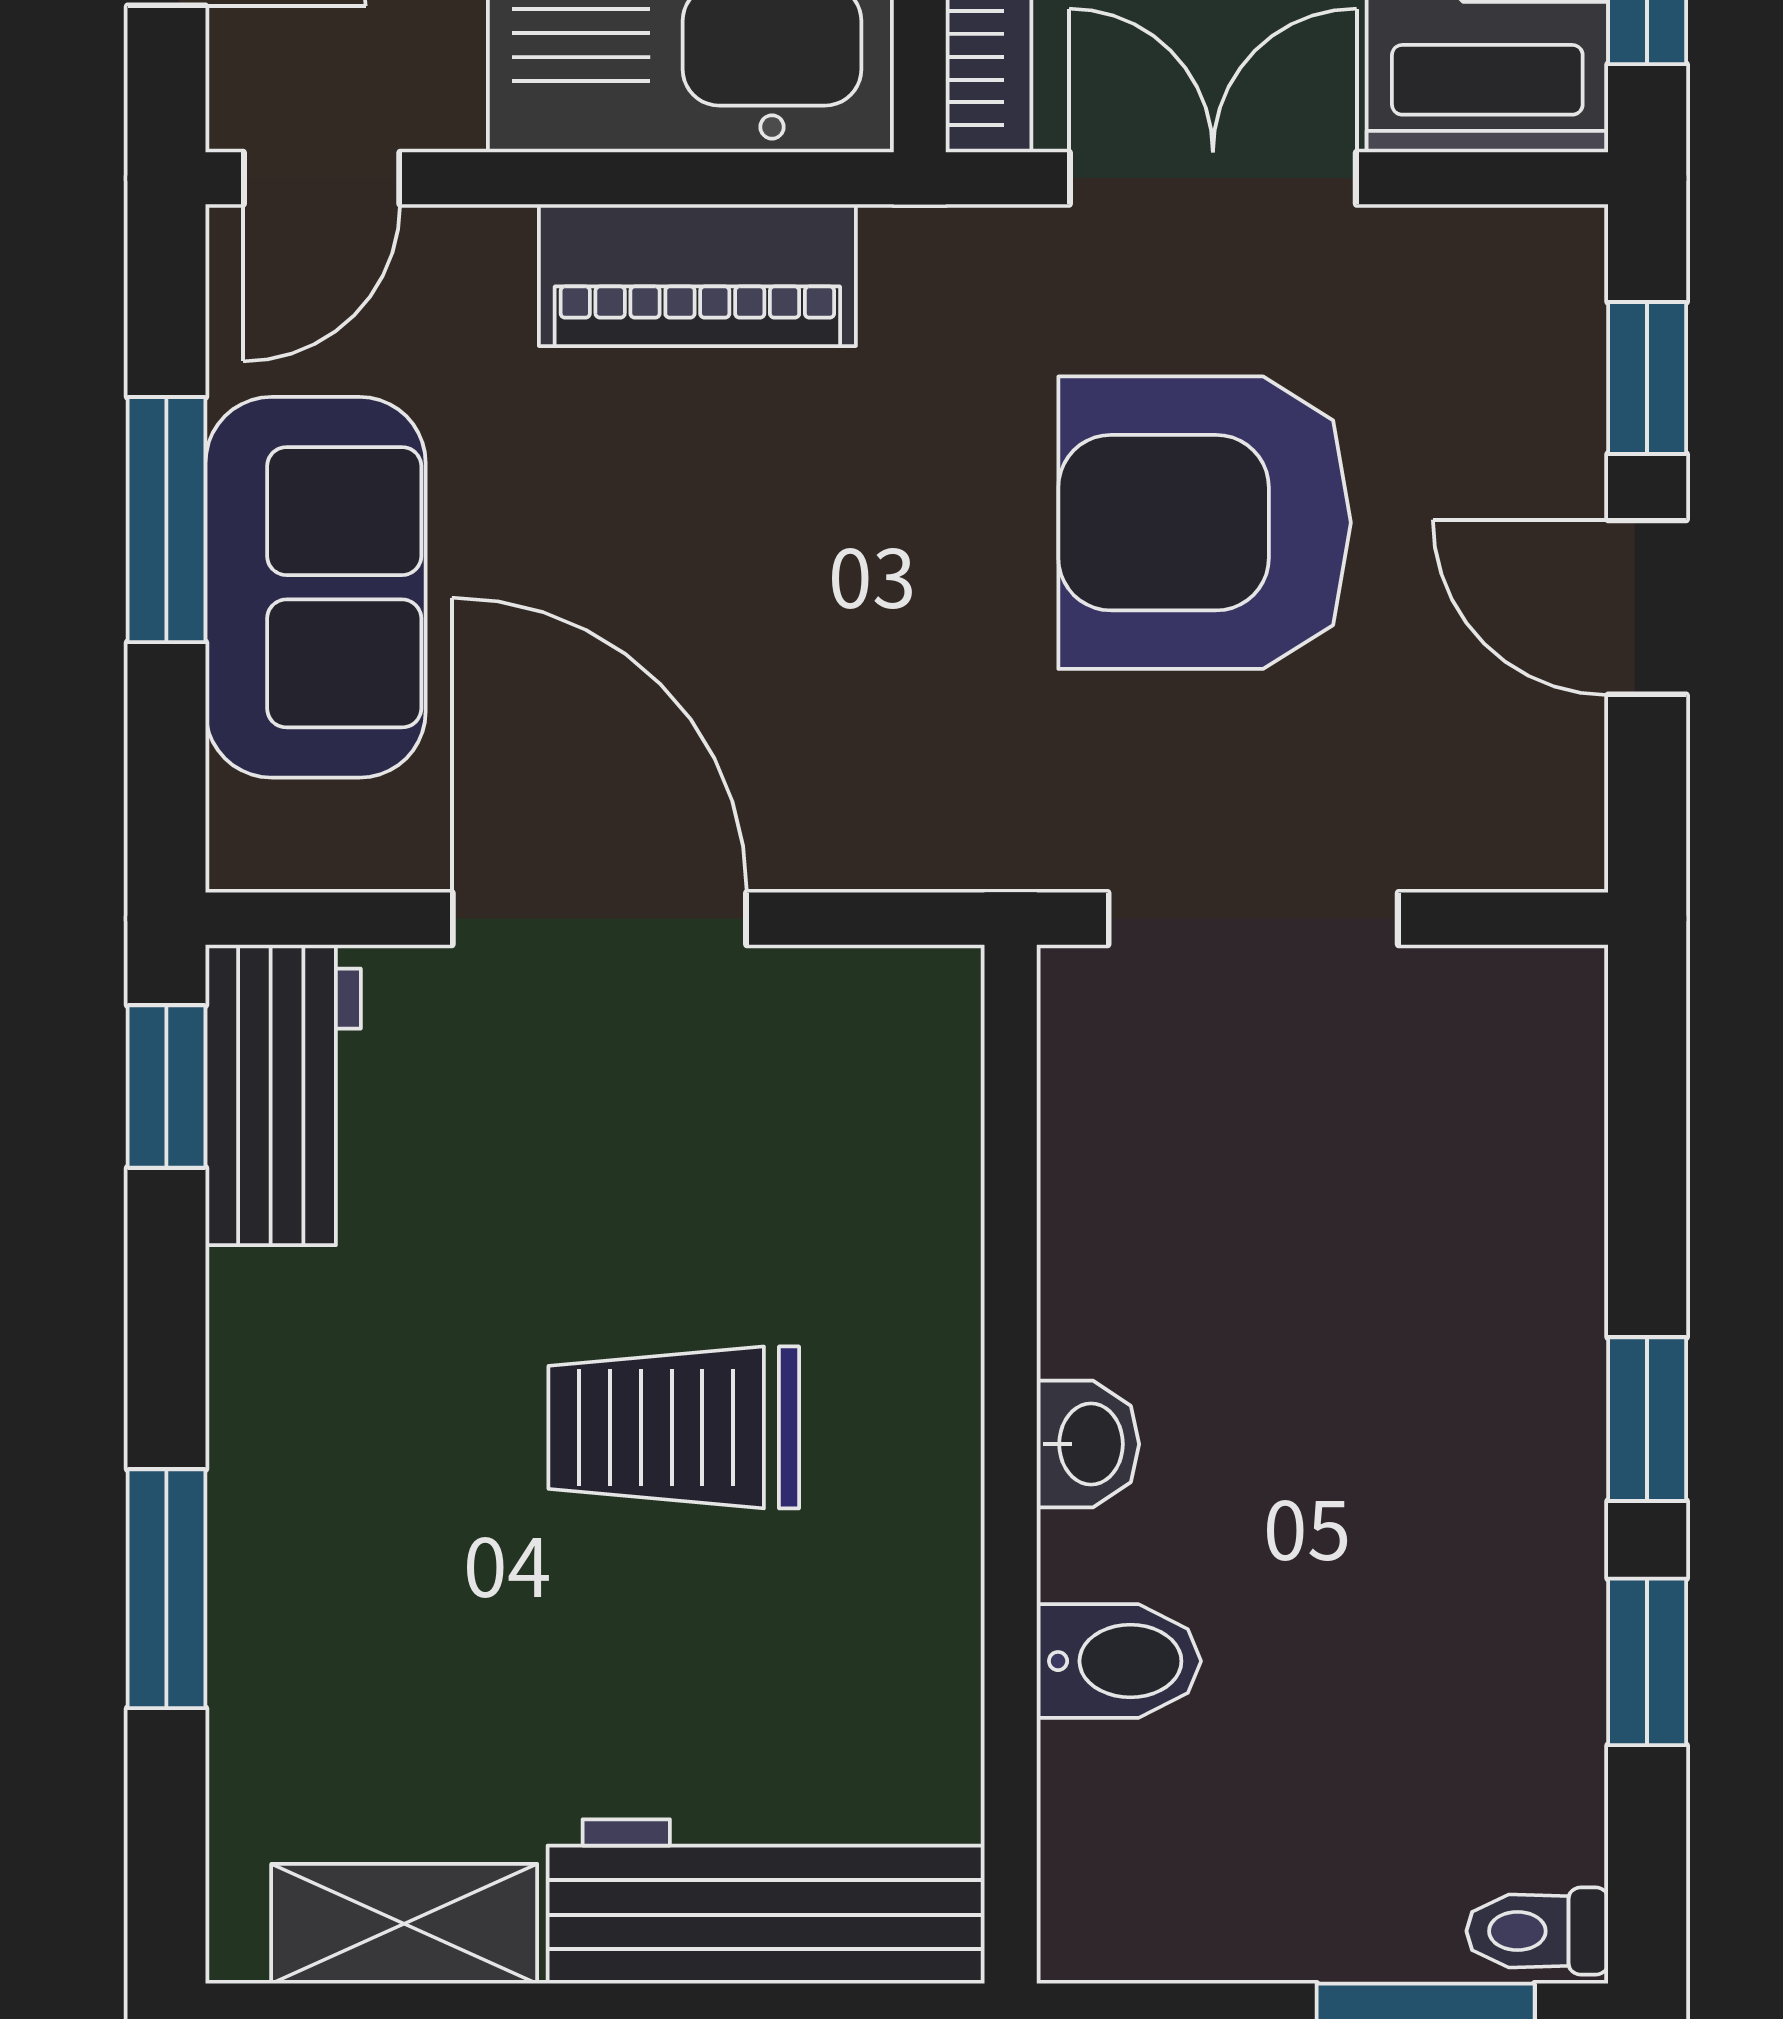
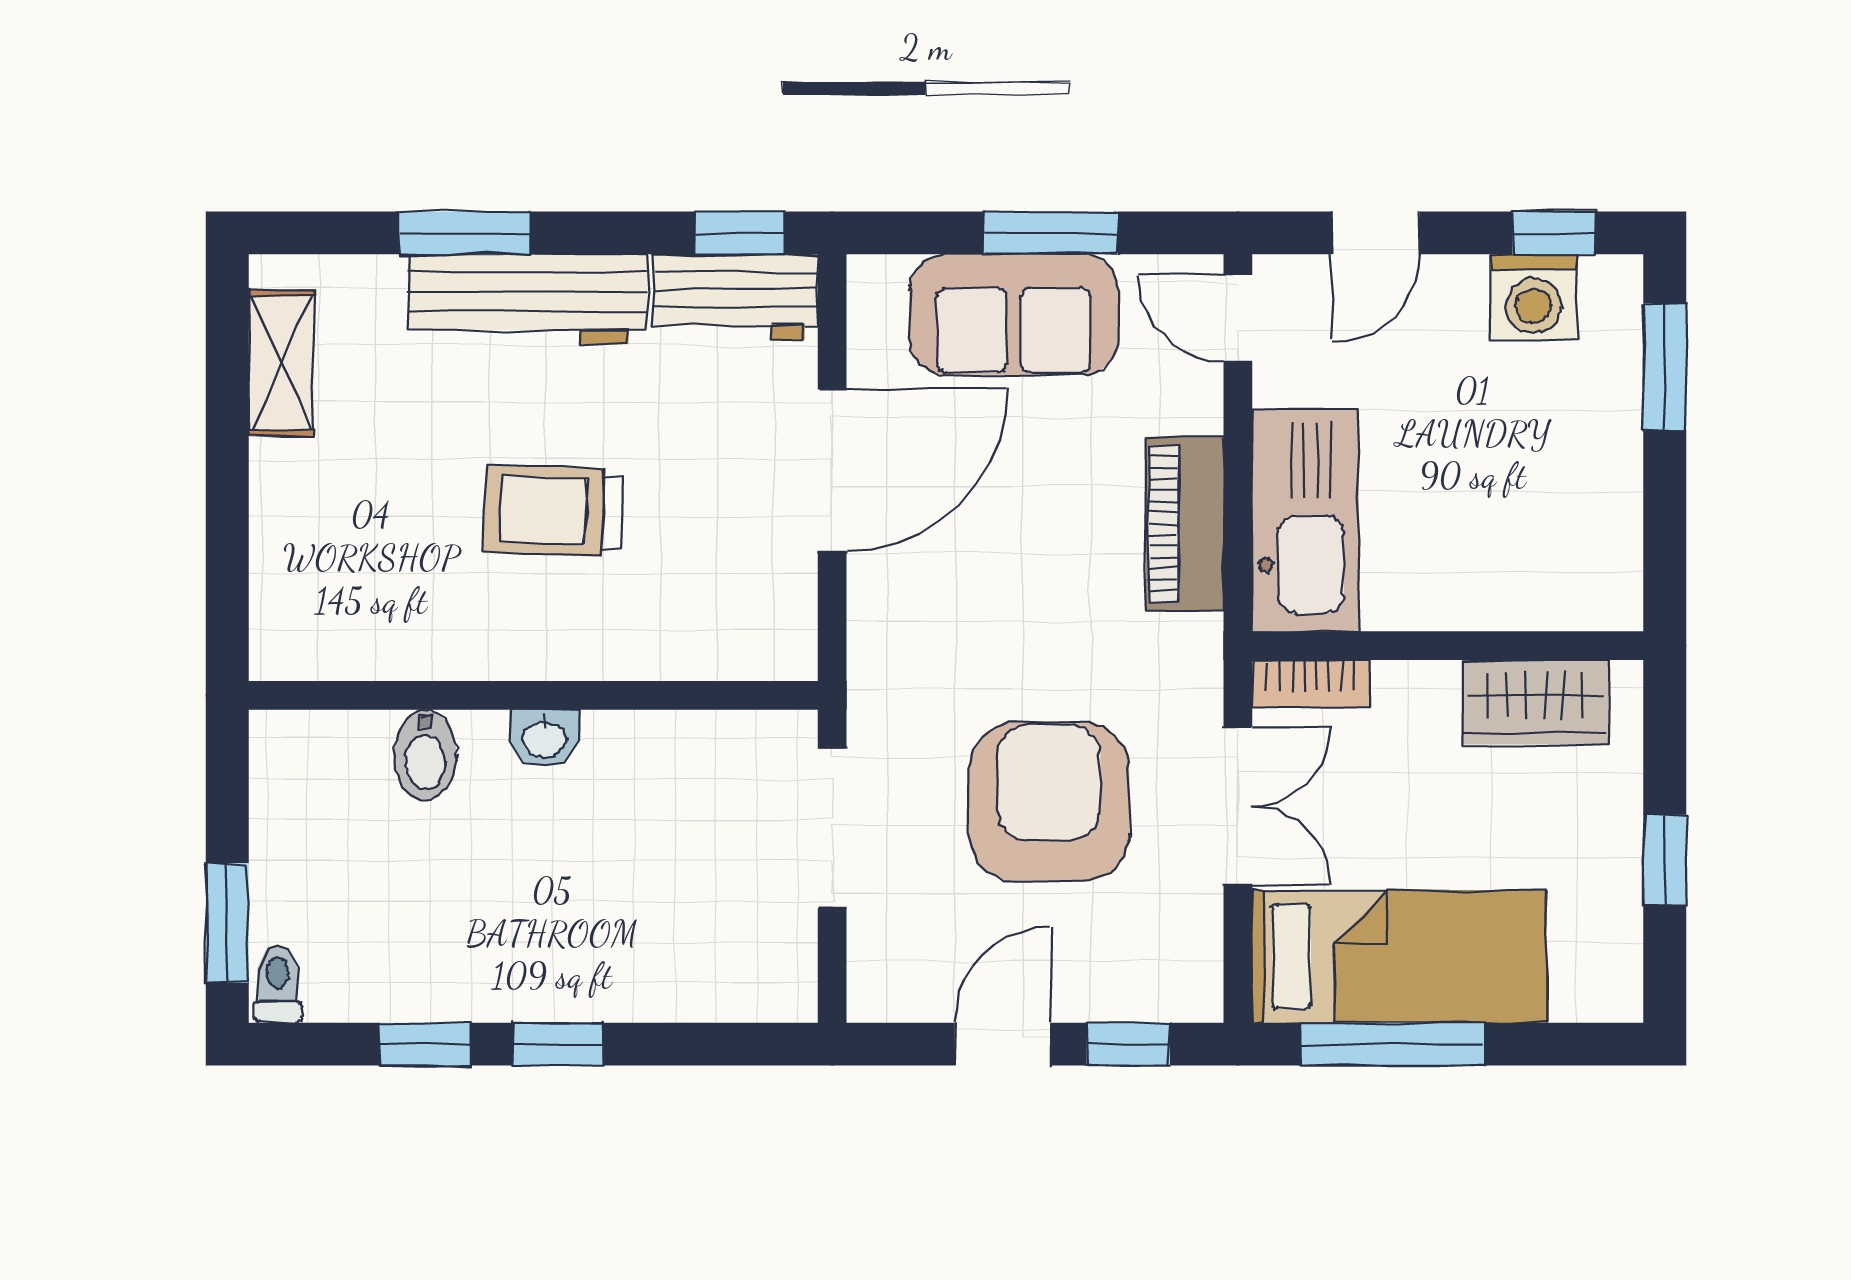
trolley: (674, 1427) -> (553, 511), turned -88
workbench: (766, 1901) -> (528, 299), moved, turned 90

